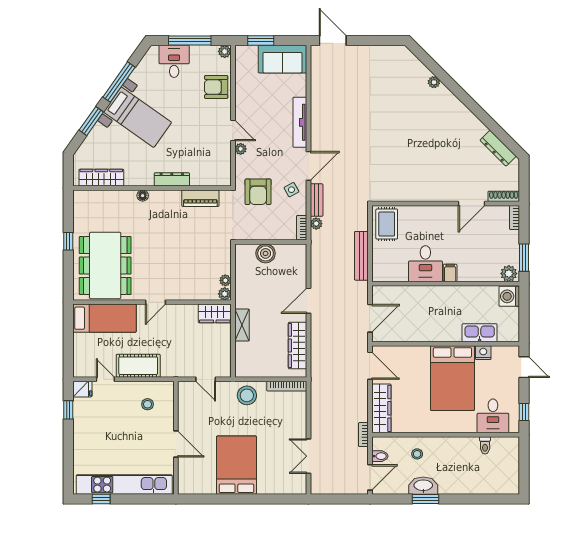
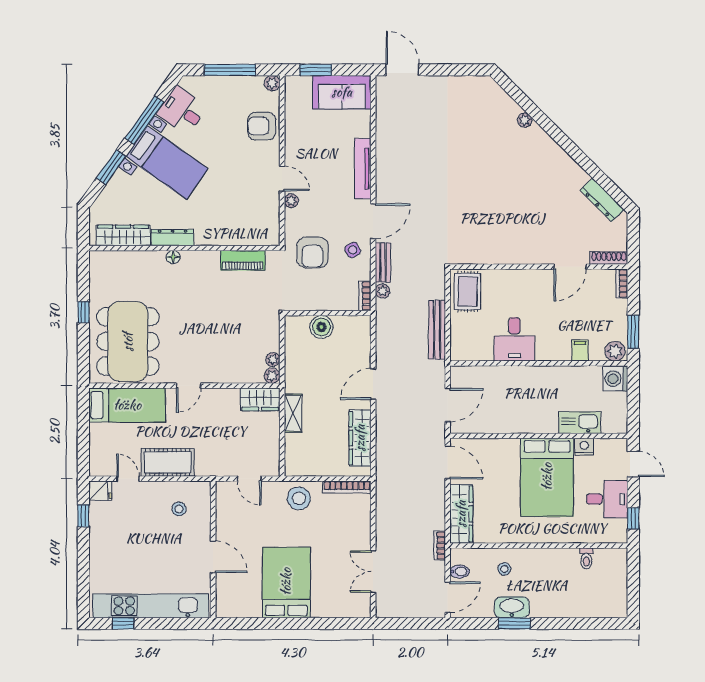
desk: (174, 61) -> (182, 111), moved, turned -55
dresser: (172, 179) -> (173, 238), moved
filing cabinet: (450, 273) -> (580, 350), moved
desk: (493, 416) -> (607, 499), moved, turned -90

